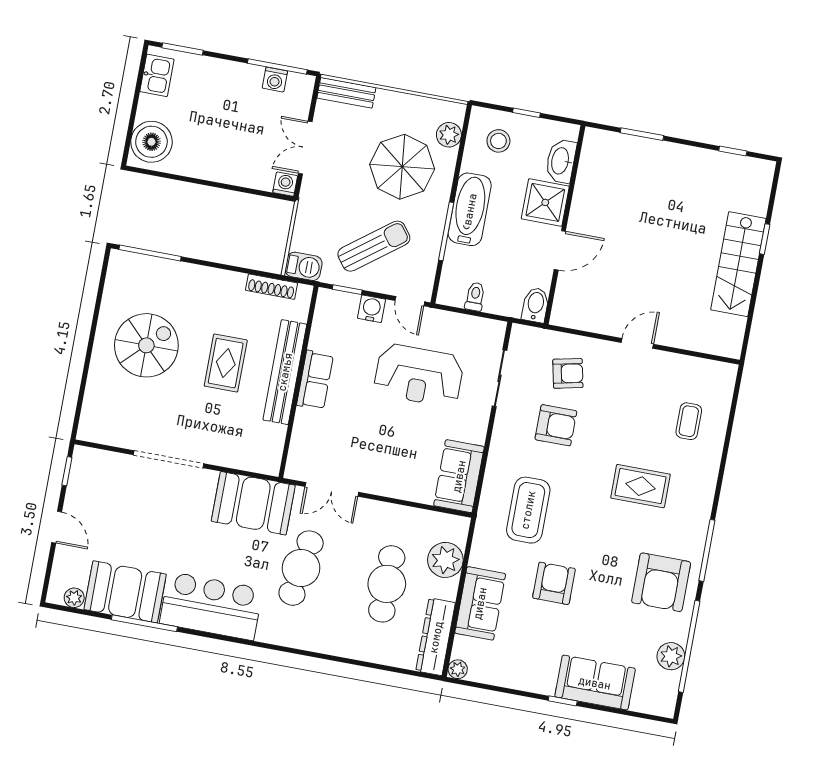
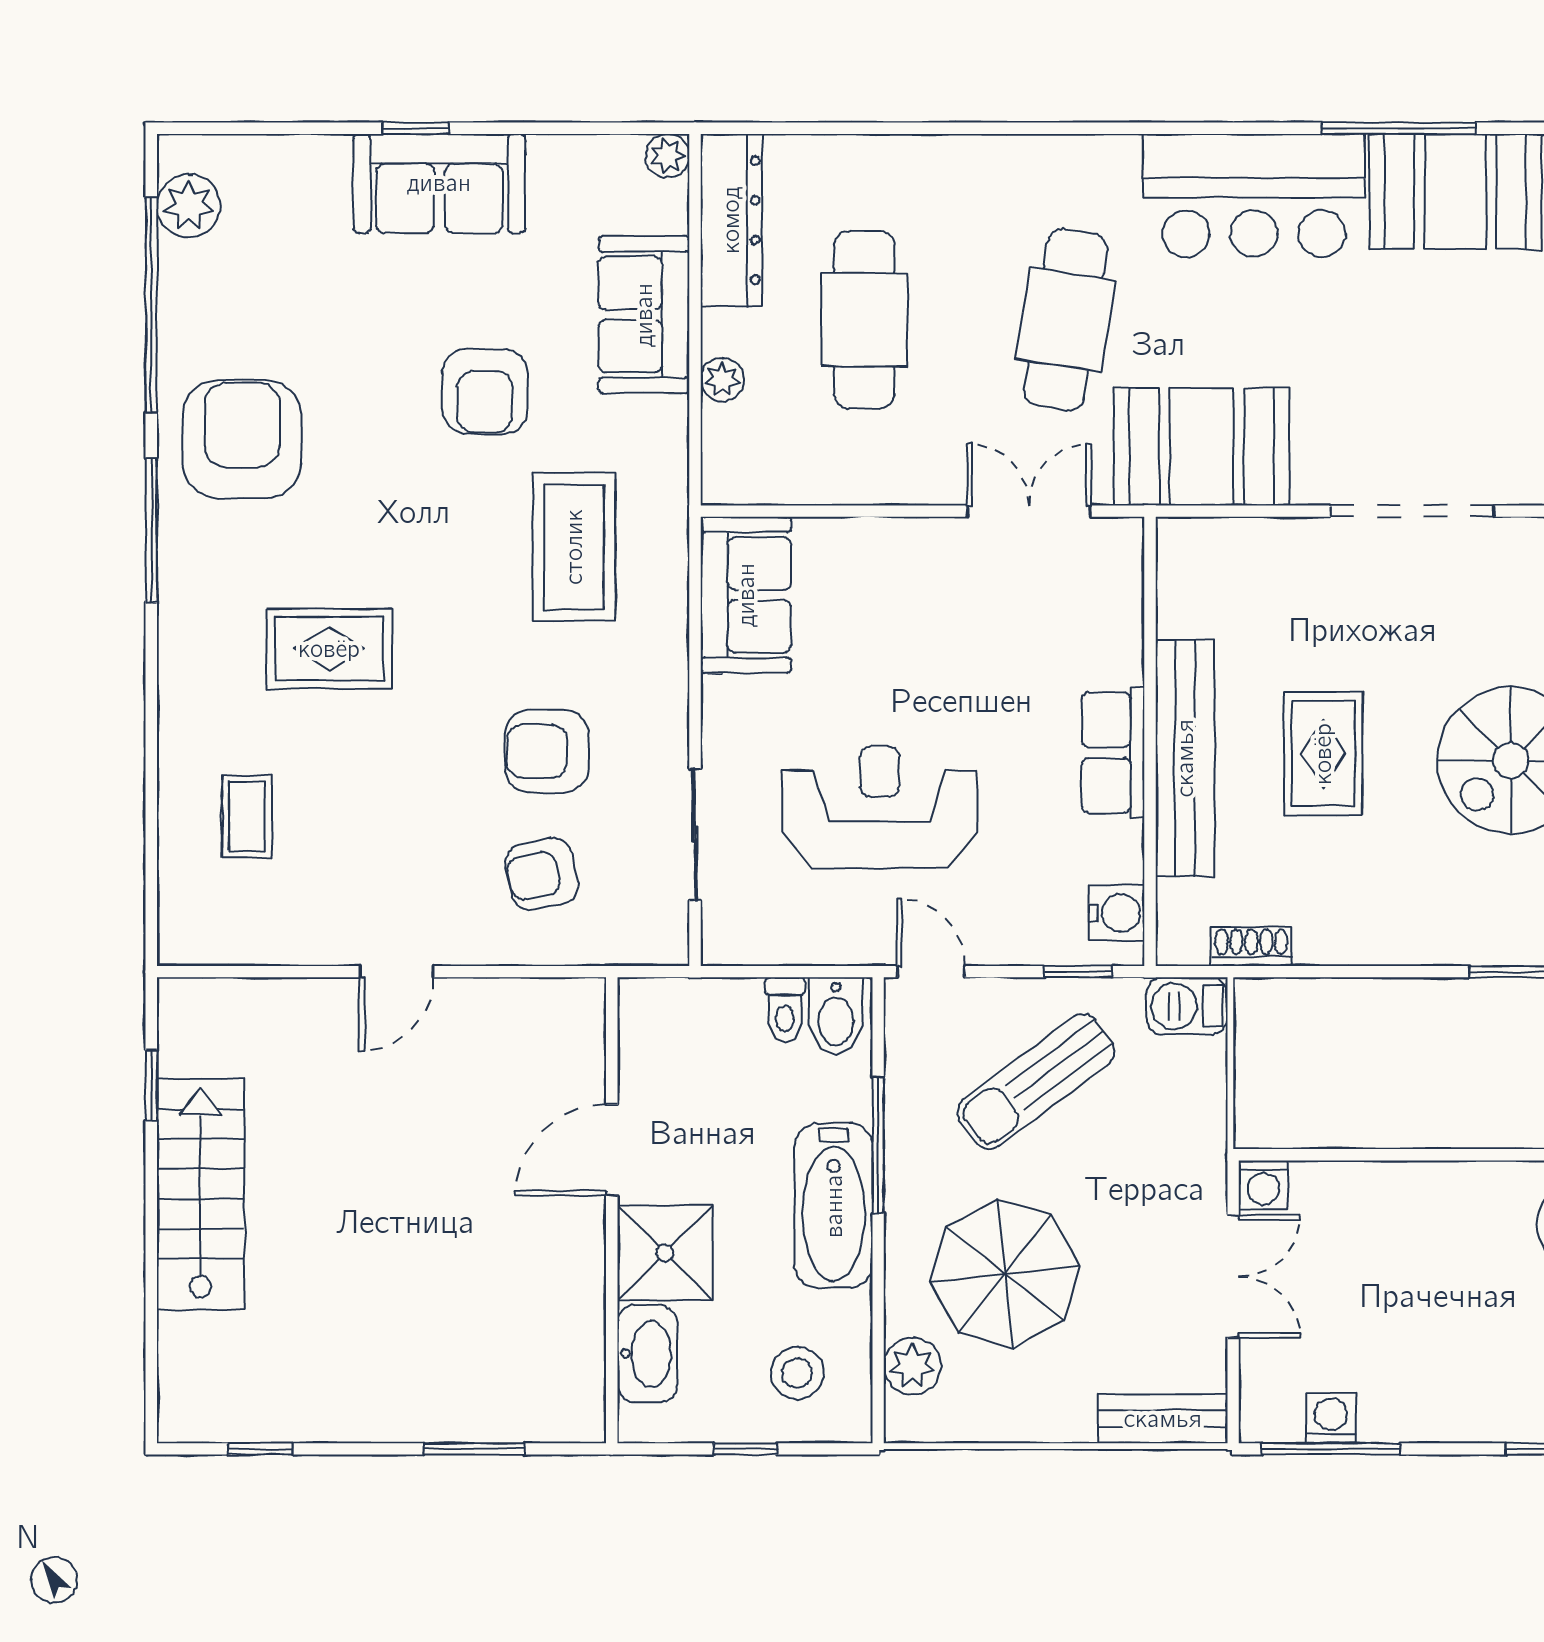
window: (765, 239) -> (151, 1085), moved
shoe rack: (272, 287) -> (1251, 946), width x0.70
bidet: (535, 305) -> (836, 1016), moved
water cooler: (372, 309) -> (1117, 913), moved, turned -90
plant: (445, 560) -> (722, 380), width x0.53, depth x0.53
plant: (671, 656) -> (189, 206), moved
sofa: (595, 683) -> (439, 183), moved

